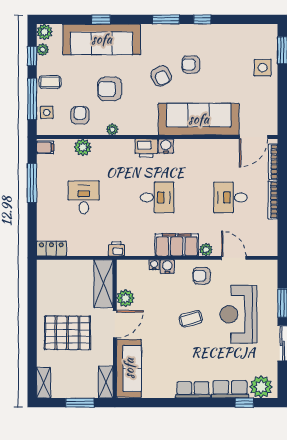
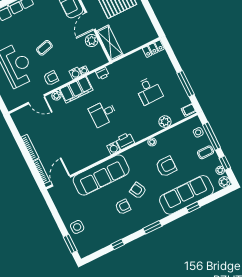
window: (202, 19) -> (118, 244), moved
armchair: (80, 115) -> (177, 141), removed
desk: (231, 197) -> (57, 136), removed
printer: (116, 249) -> (102, 73), moved

